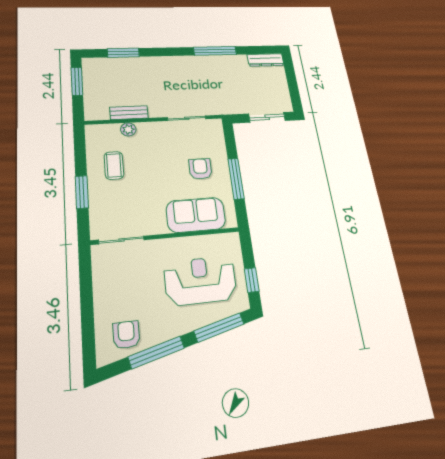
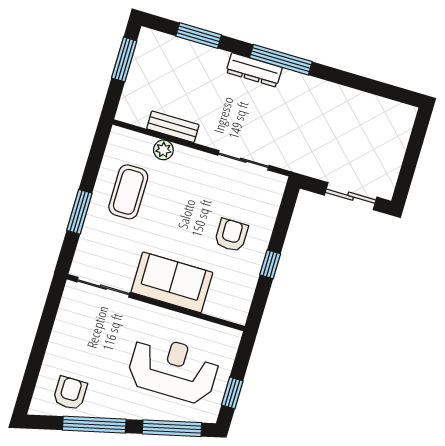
window: (215, 51) -> (281, 60), moved
dresser: (266, 60) -> (254, 70), moved
coffee table: (114, 165) -> (128, 192), width x1.36, depth x1.30
window: (236, 179) -> (270, 264), width x0.46
sofa: (196, 215) -> (172, 282), moved

